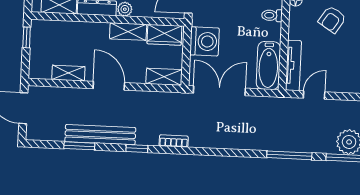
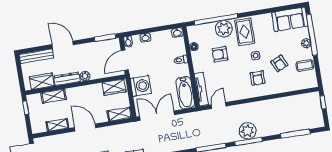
armchair: (332, 19) -> (220, 54), turned 57
shelving: (128, 32) -> (54, 96), moved

